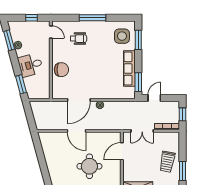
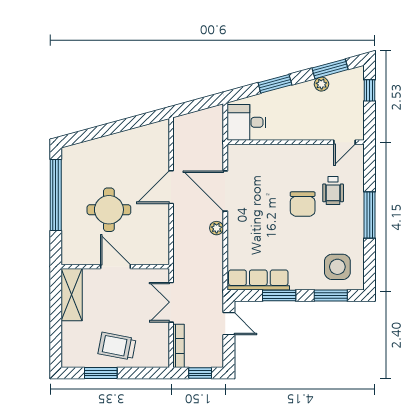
window: (31, 18) -> (370, 90), moved
desk: (30, 65) -> (246, 122), moved, turned -75
row of seats: (129, 68) -> (258, 280), moved
chair: (61, 70) -> (303, 204), moved
window: (138, 82) -> (279, 295), moved
window: (21, 84) -> (275, 84), moved
door: (122, 151) -> (116, 267), moved

